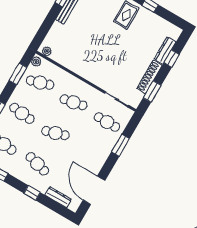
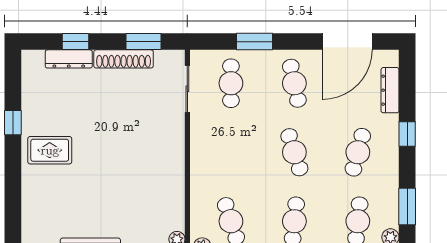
cafe table: (74, 102) -> (294, 83), moved

